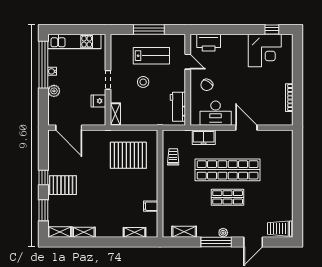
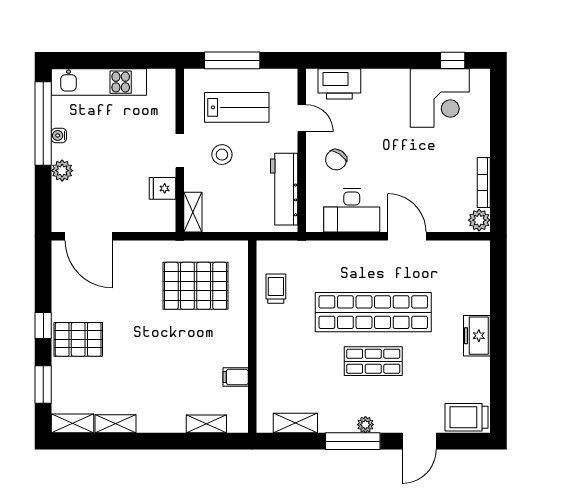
doorway: (108, 80) -> (180, 151), moved
wall: (108, 80) -> (180, 150), moved
fridge: (98, 101) -> (163, 188), moved
workbench: (178, 107) -> (284, 189), width x1.38
shelving: (115, 114) -> (193, 212), moved
plant: (287, 119) -> (479, 220), added
freezer: (204, 137) -> (477, 336), moved, turned 90

